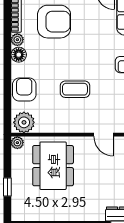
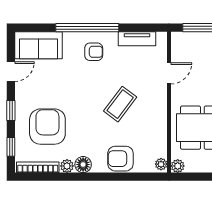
coffee table: (75, 89) -> (120, 104), turned 37
plant: (24, 122) -> (161, 164), width x0.53, depth x0.53

